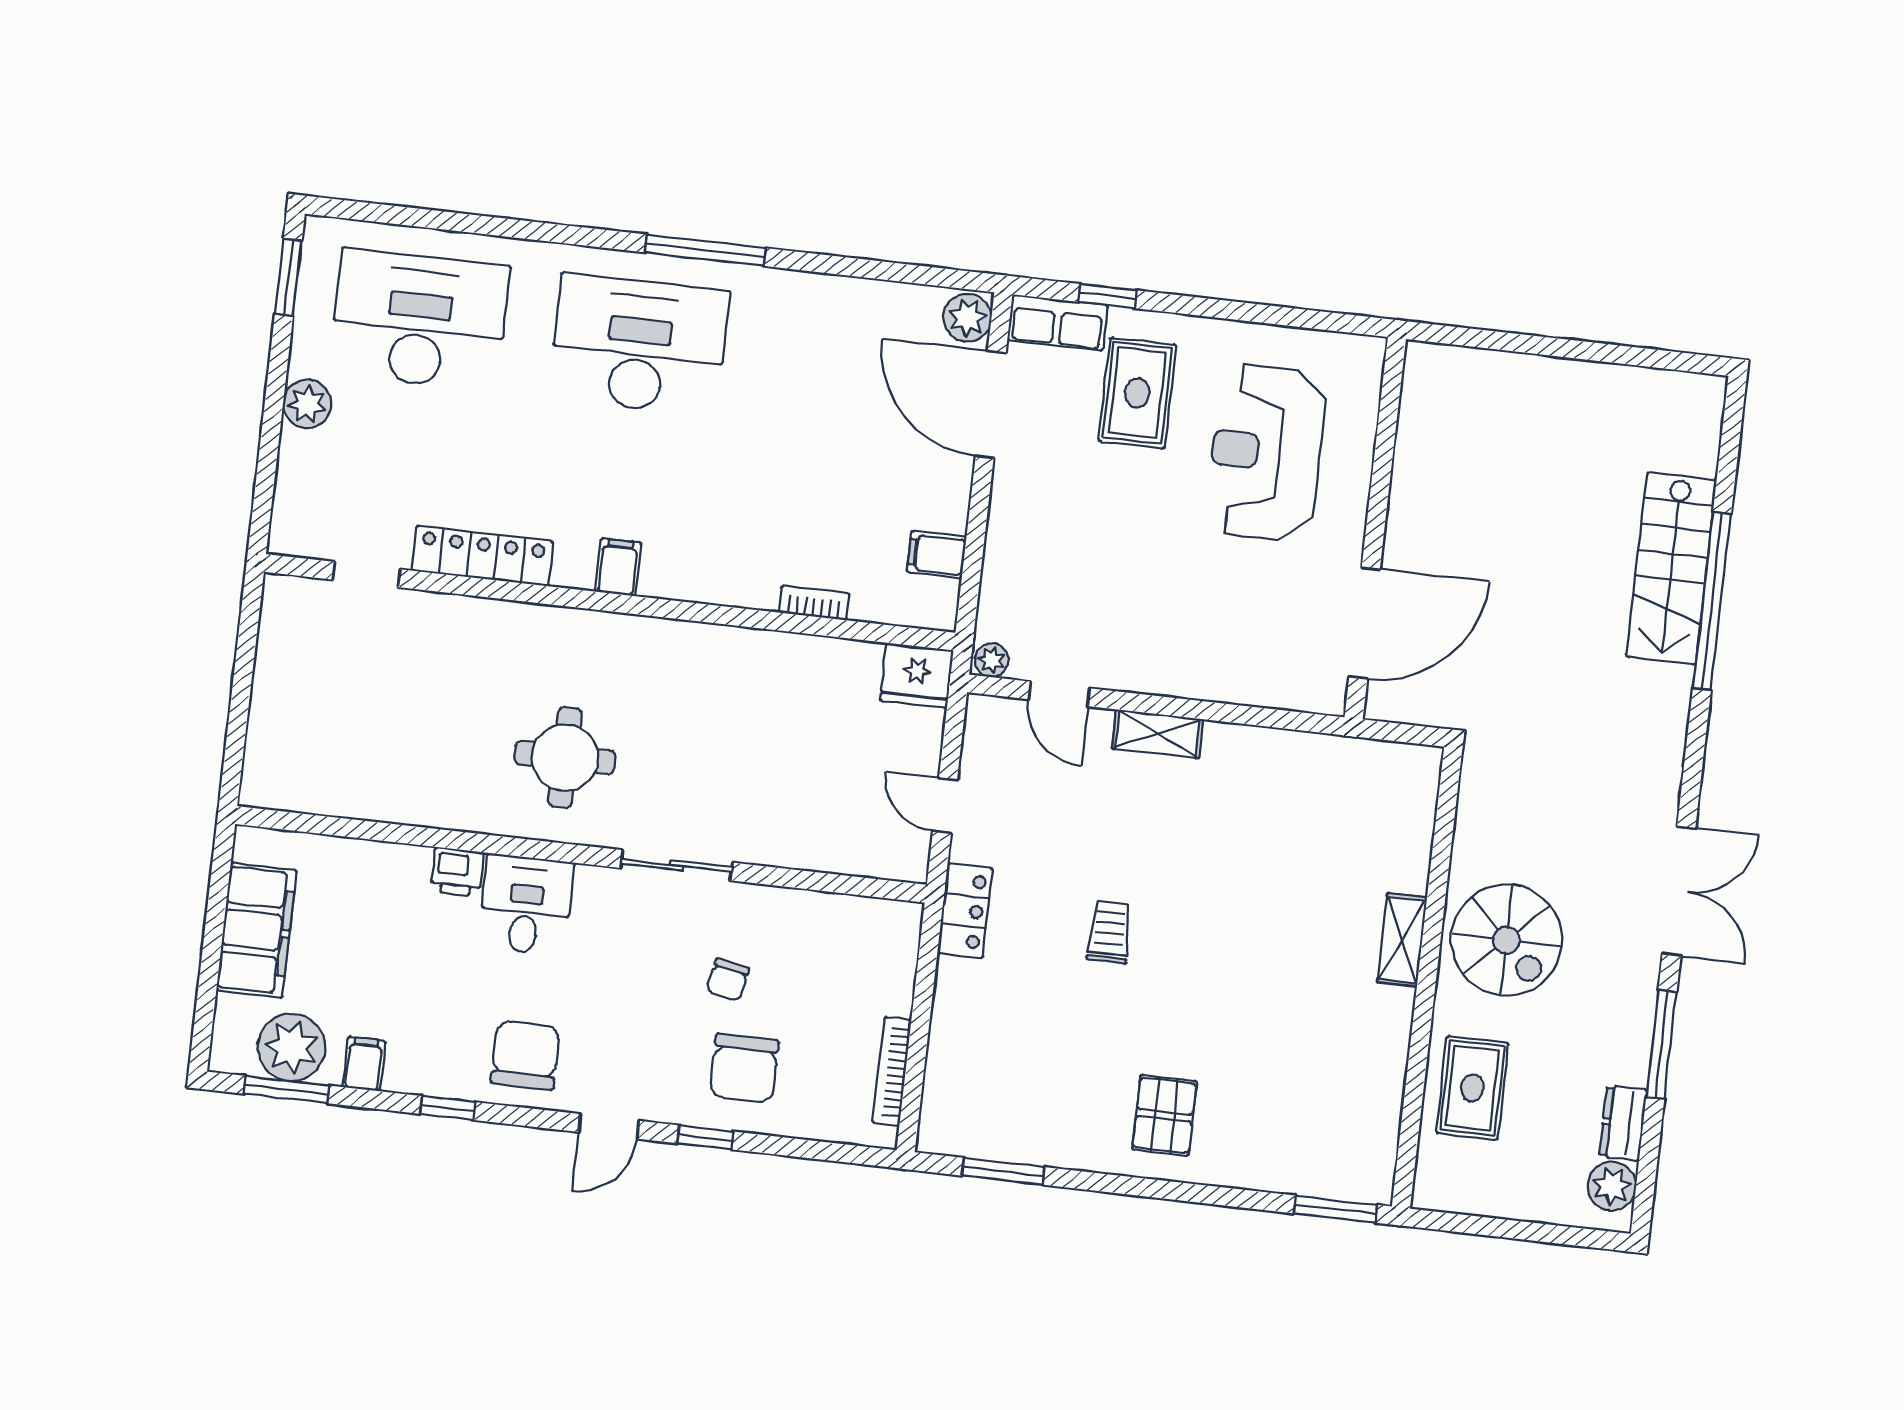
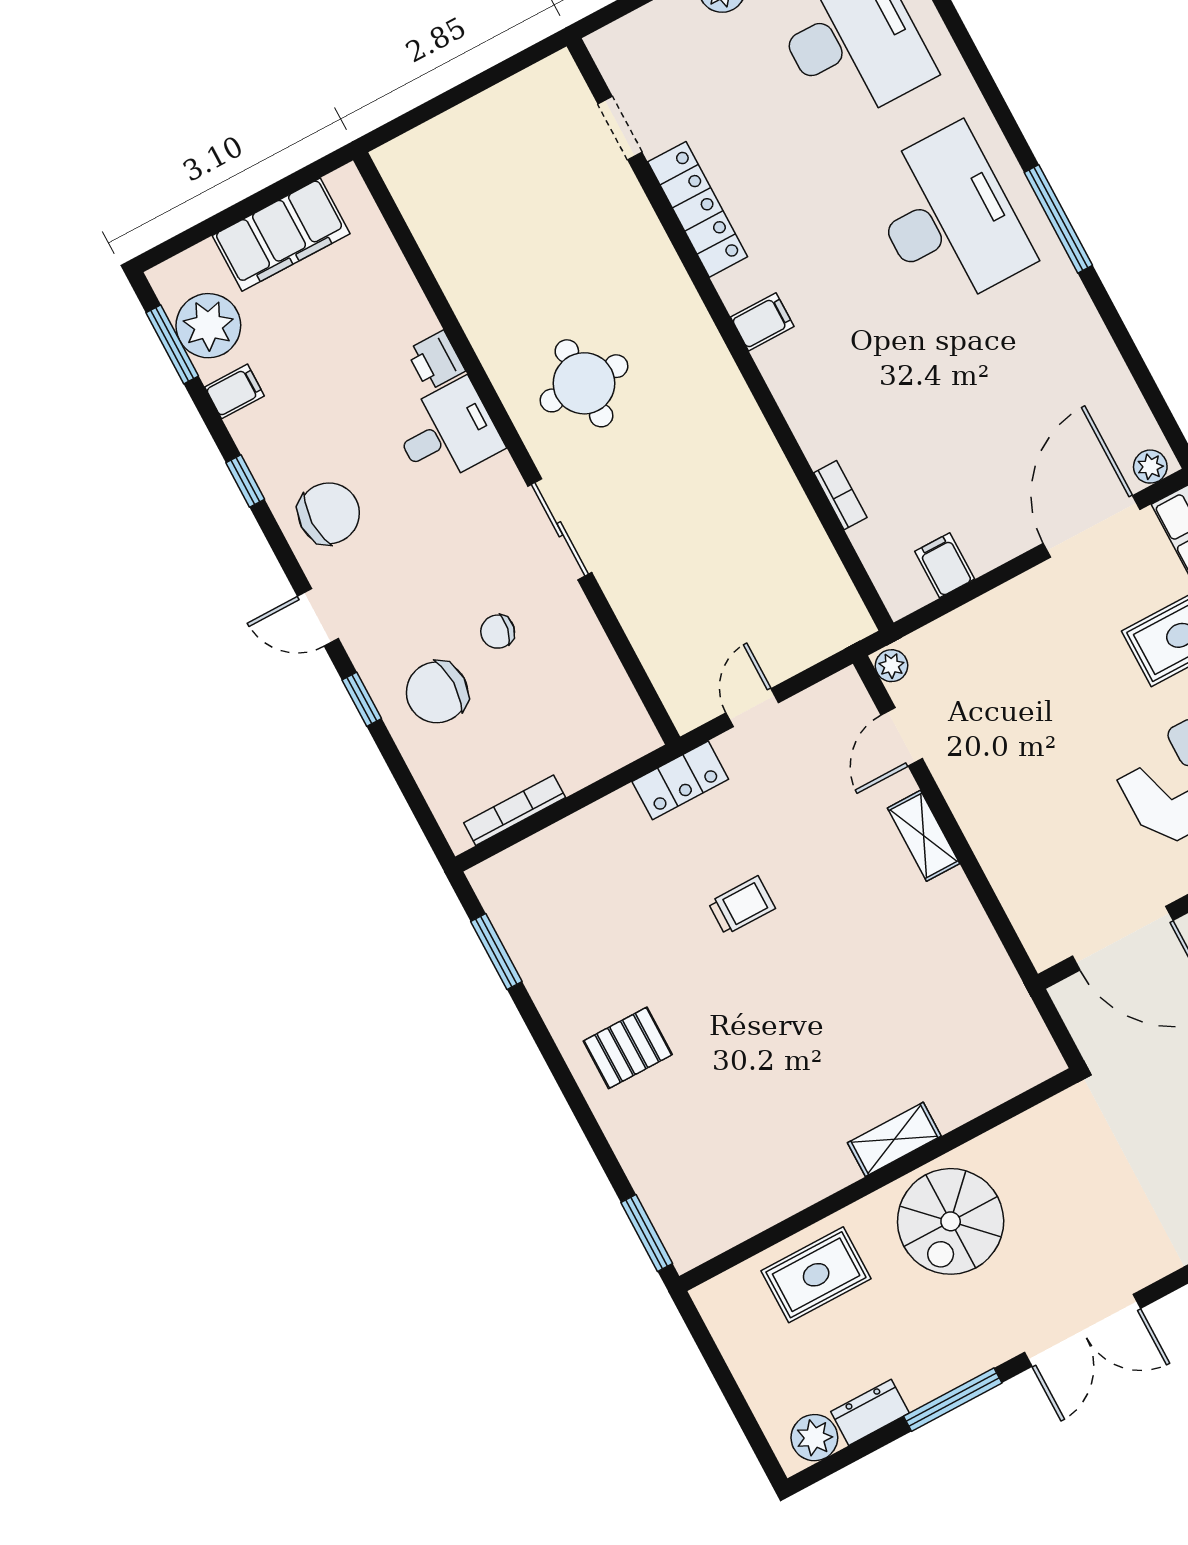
plant: (967, 318) -> (1150, 467), width x0.73, depth x0.73
fridge: (917, 676) -> (839, 615), removed

